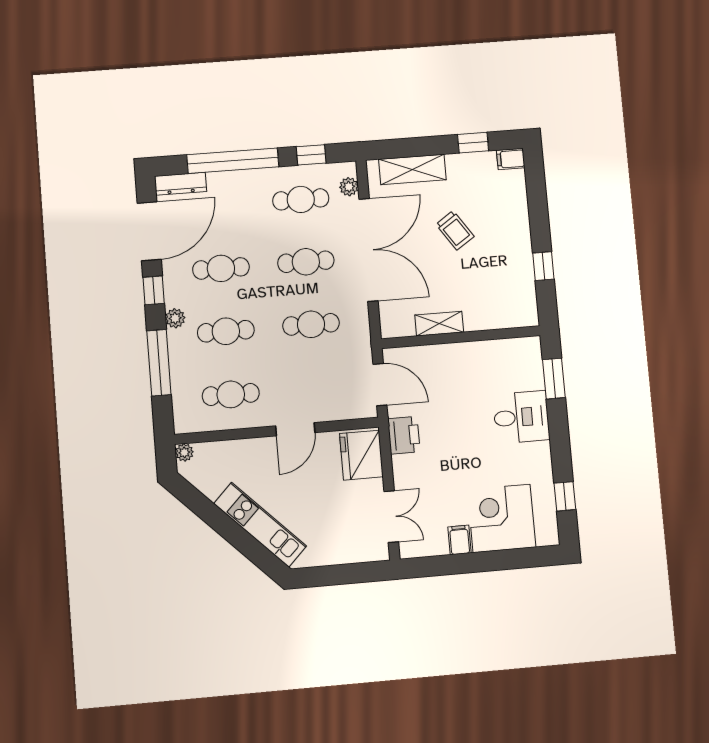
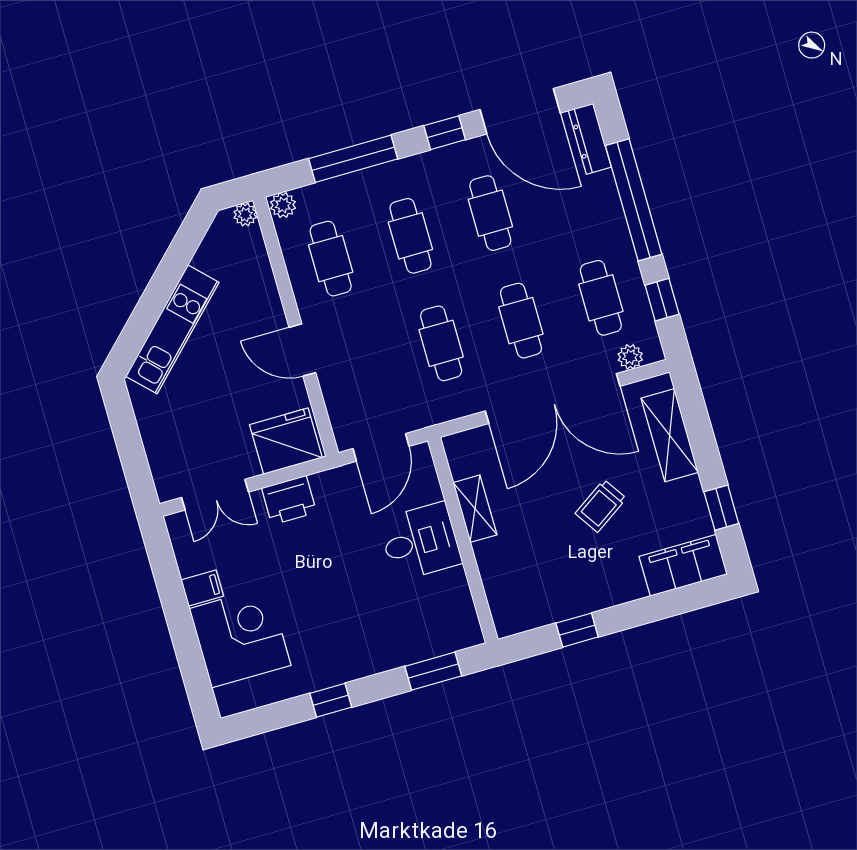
filing cabinet: (511, 159) -> (683, 565), width x3.00, depth x1.17
plant: (175, 318) -> (283, 205), moved
desk: (521, 417) -> (420, 542), moved, turned -90
printer: (404, 435) -> (289, 500), moved
window: (565, 496) -> (331, 700), moved

